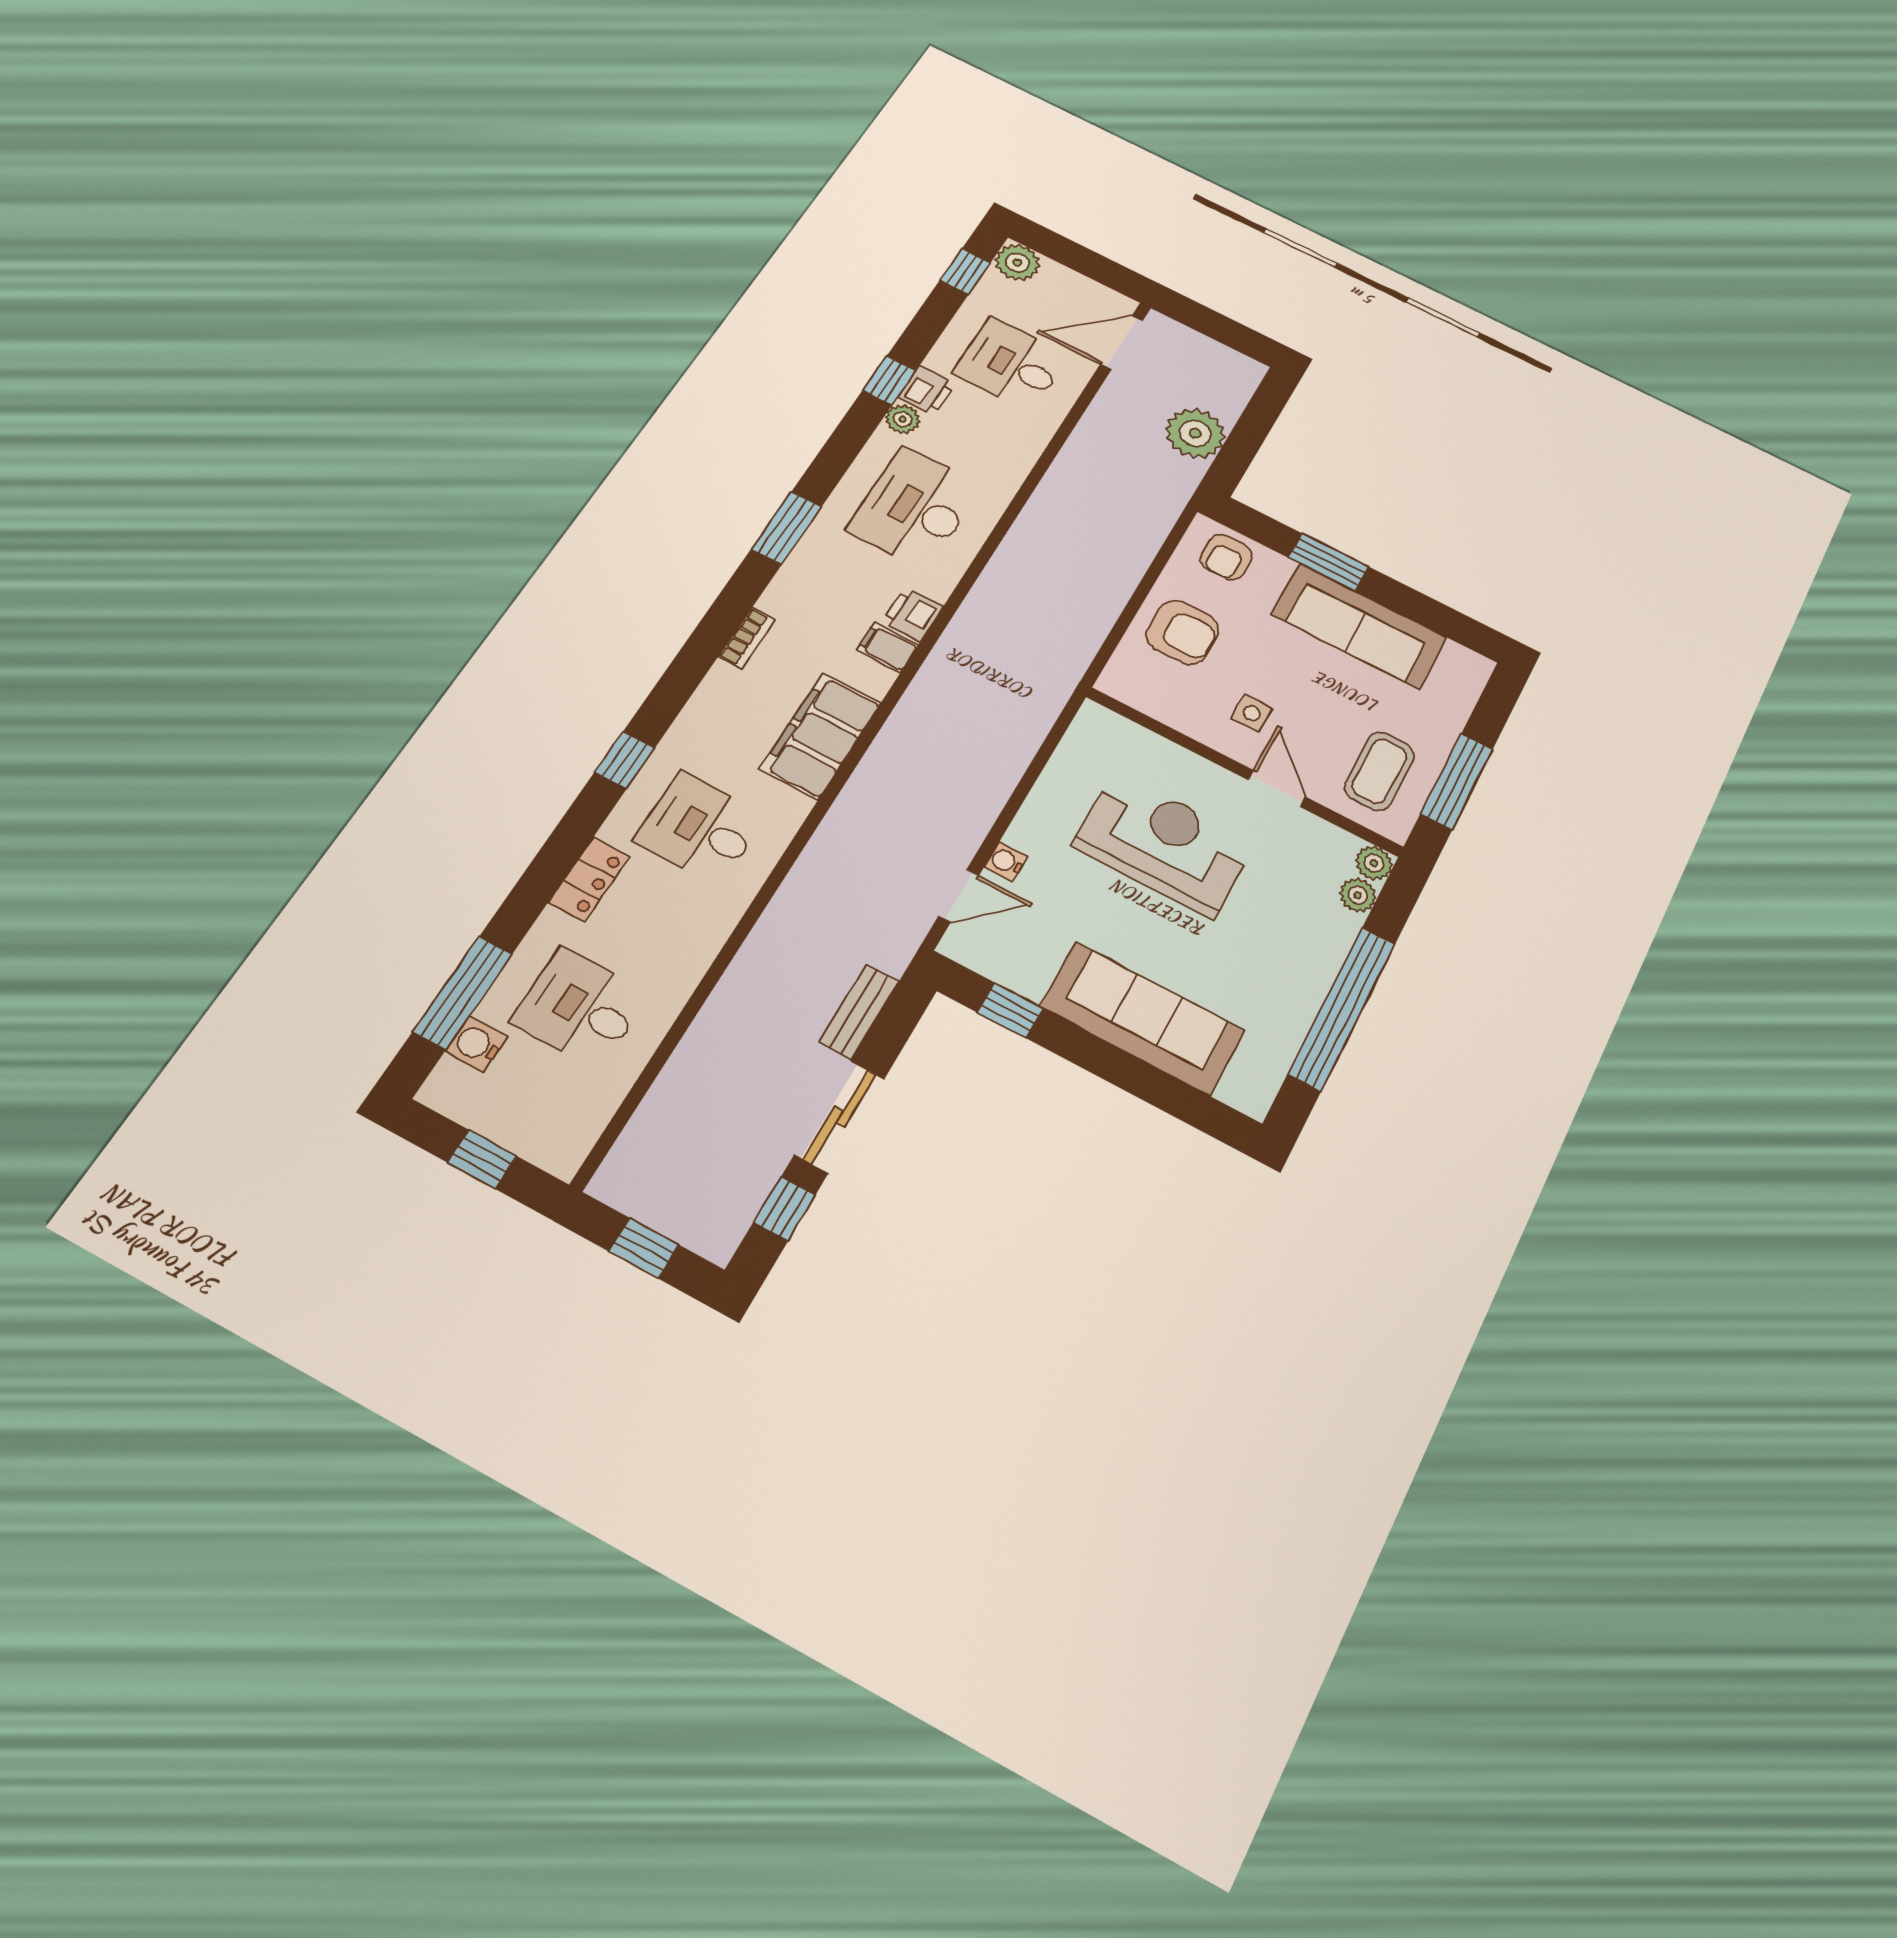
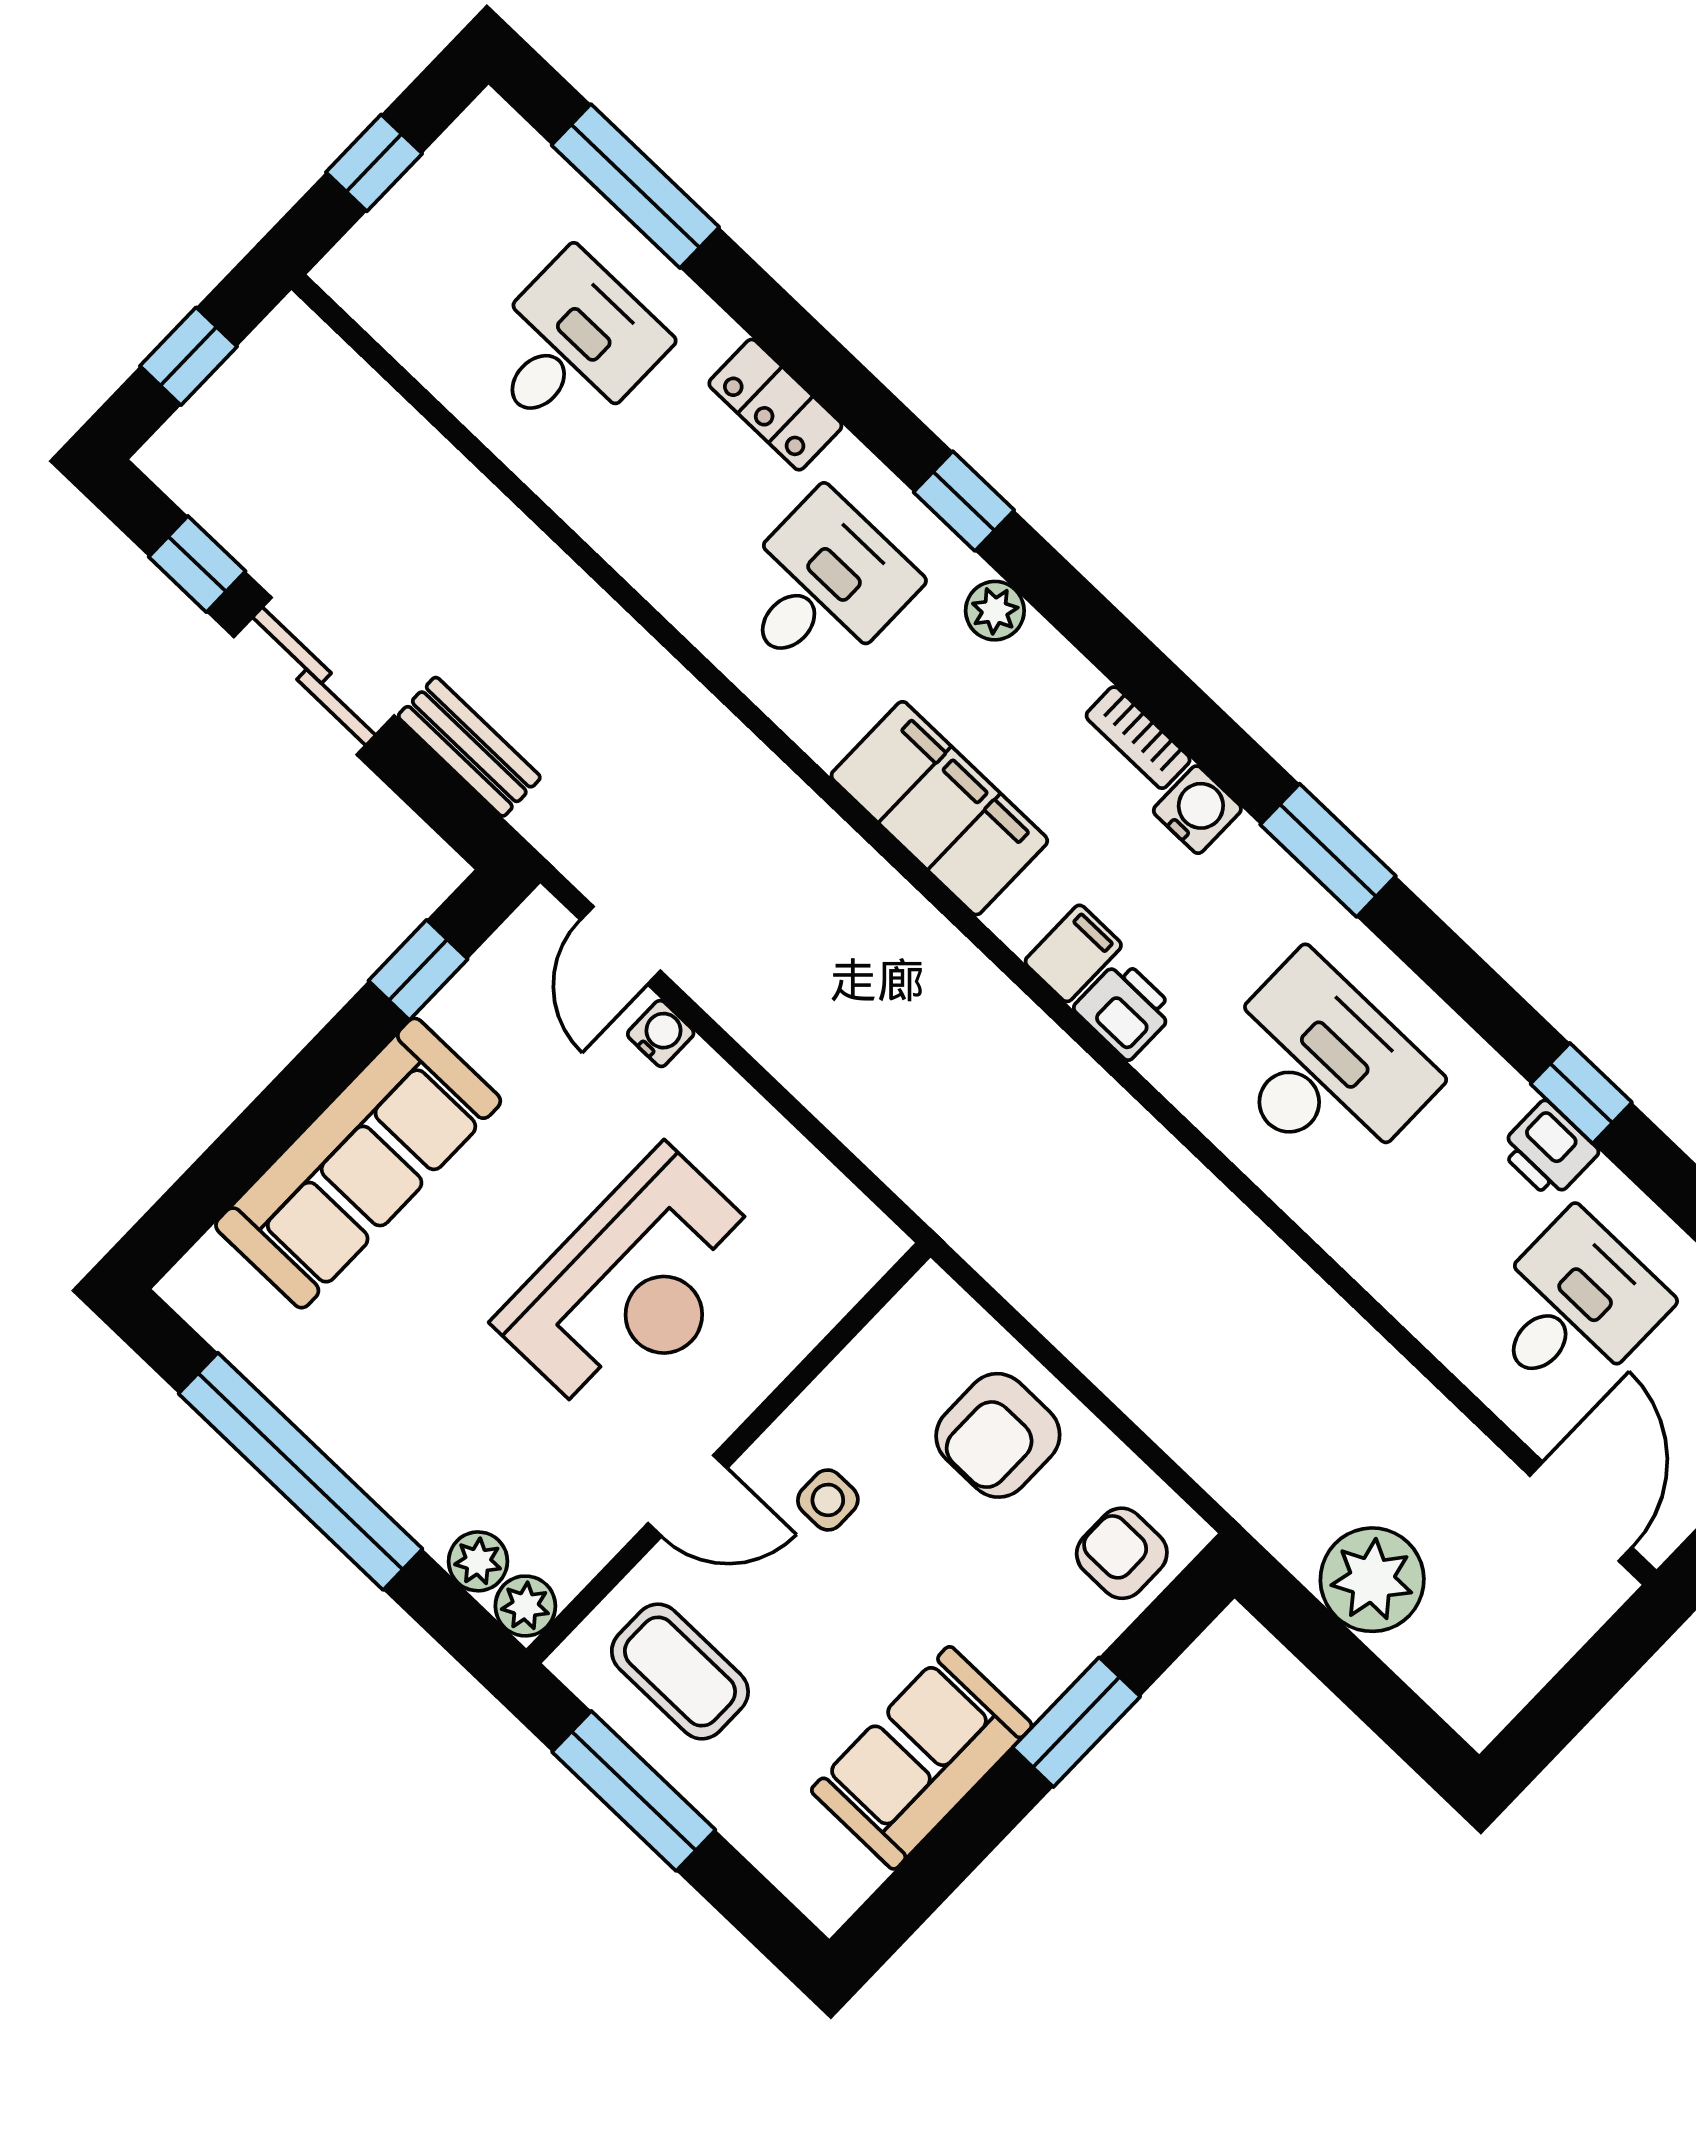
plant: (903, 419) -> (995, 611), moved
sofa: (1359, 626) -> (922, 1758), width x0.73
water cooler: (476, 1044) -> (1197, 810), moved

